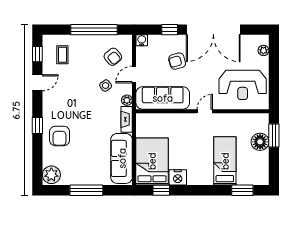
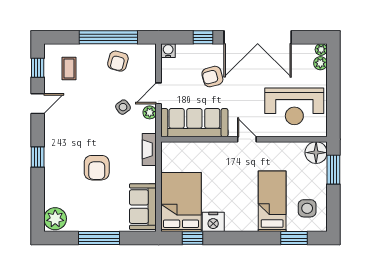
plant: (264, 39) -> (321, 49), added
armchair: (113, 57) -> (118, 61), moved, turned 55
plant: (127, 100) -> (150, 112), moved
door: (205, 111) -> (247, 139), hinge flipped
armchair: (60, 136) -> (97, 168), moved
floor lamp: (260, 142) -> (316, 153), moved
sofa: (122, 158) -> (143, 207), width x0.73
side table: (253, 166) -> (307, 208), added

